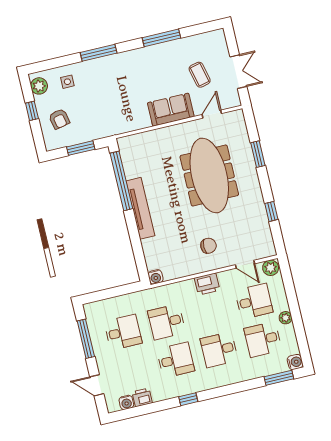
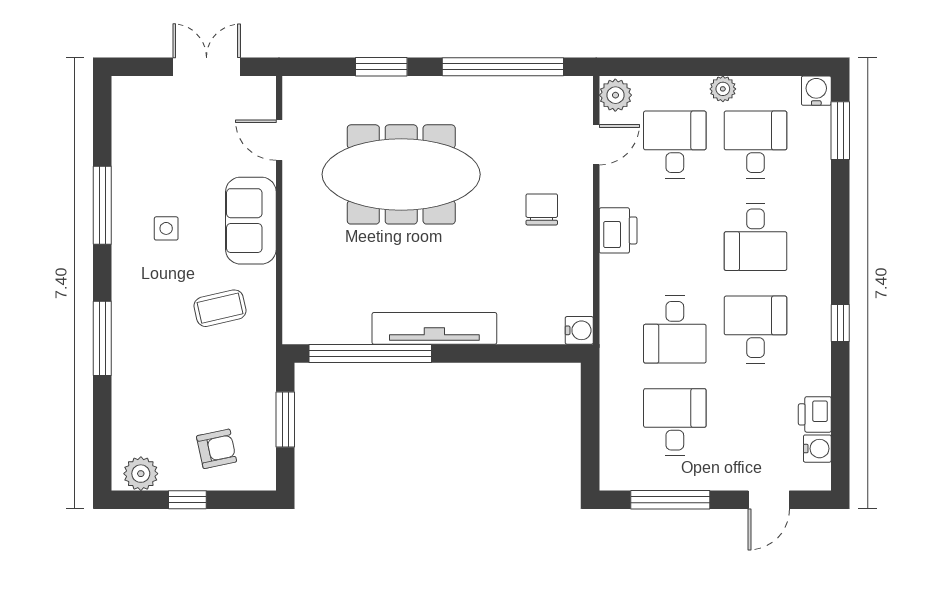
coffee table: (200, 75) -> (220, 308), moved
side table: (67, 82) -> (166, 228), moved
window: (271, 211) -> (503, 67), width x3.17
desk: (263, 339) -> (755, 145), turned 180

